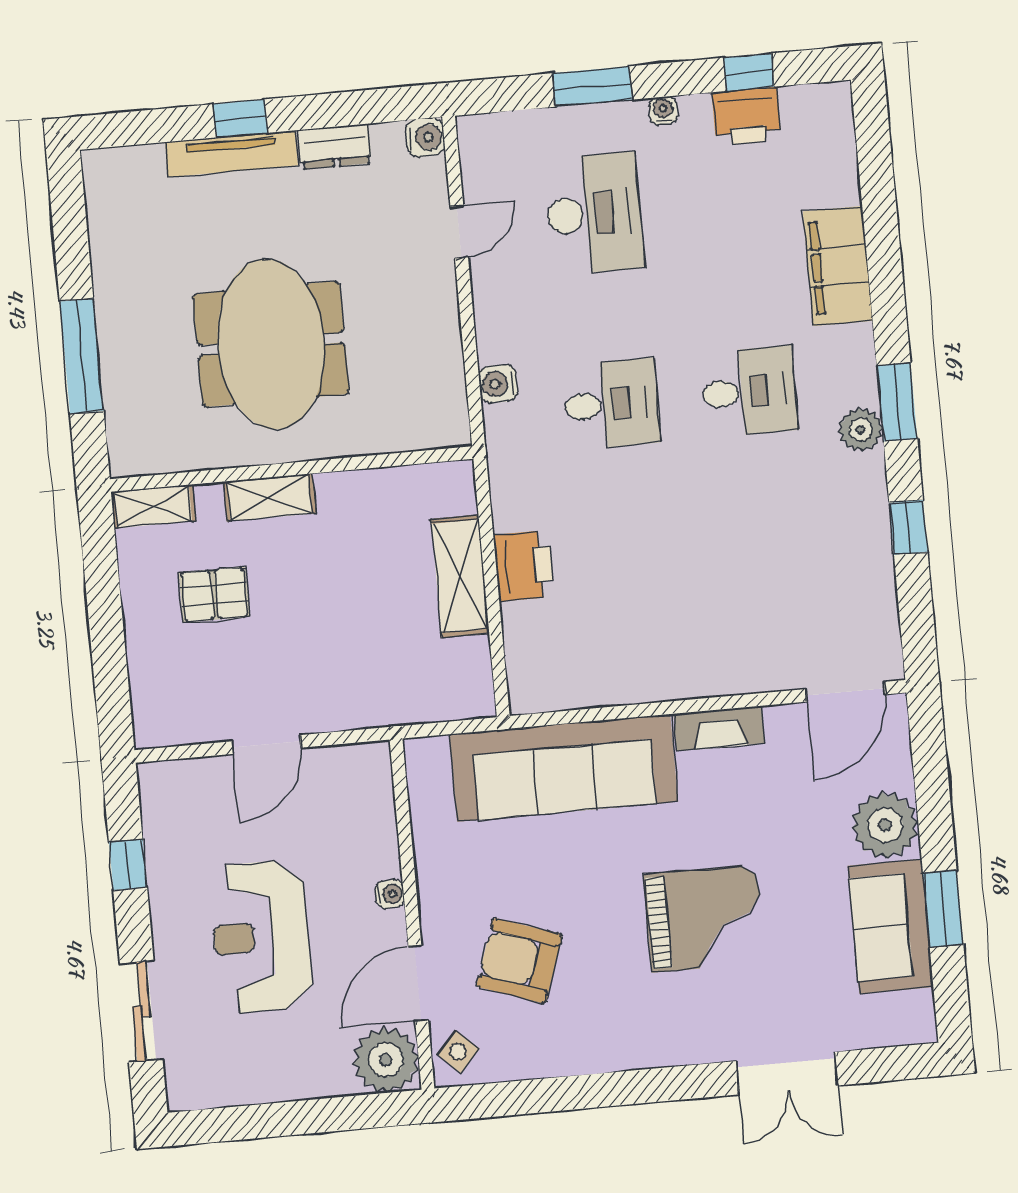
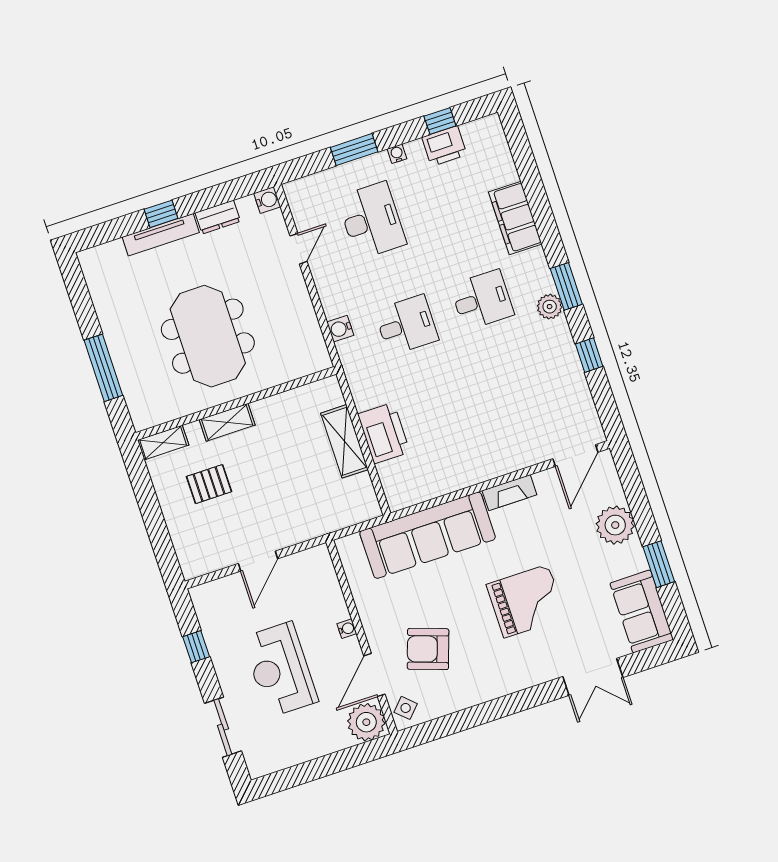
printer: (524, 566) -> (384, 433), width x1.37, depth x1.19
sofa: (891, 926) -> (642, 611), moved

